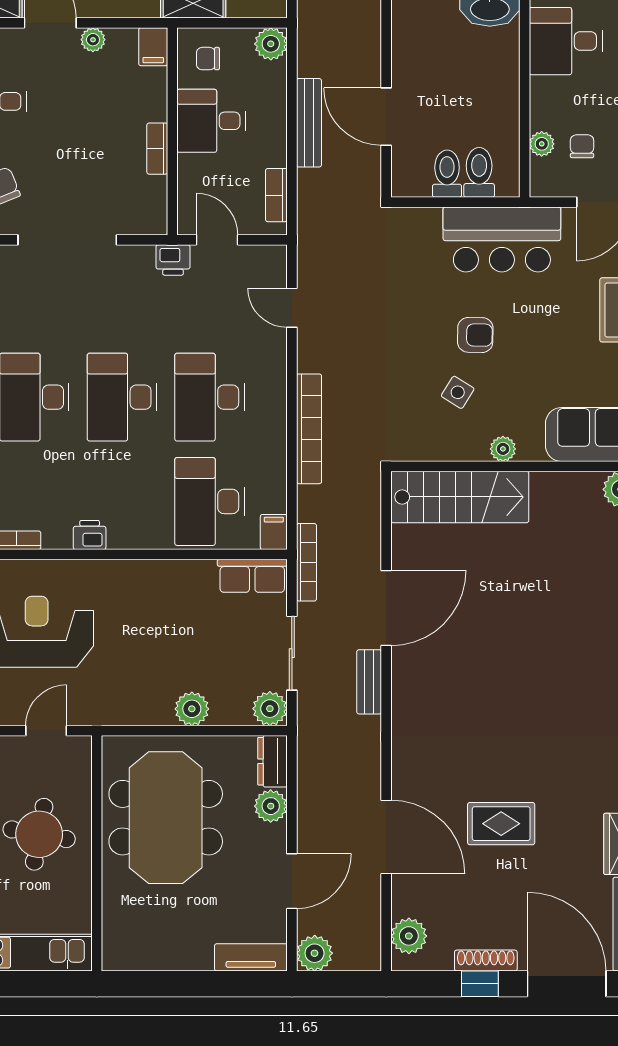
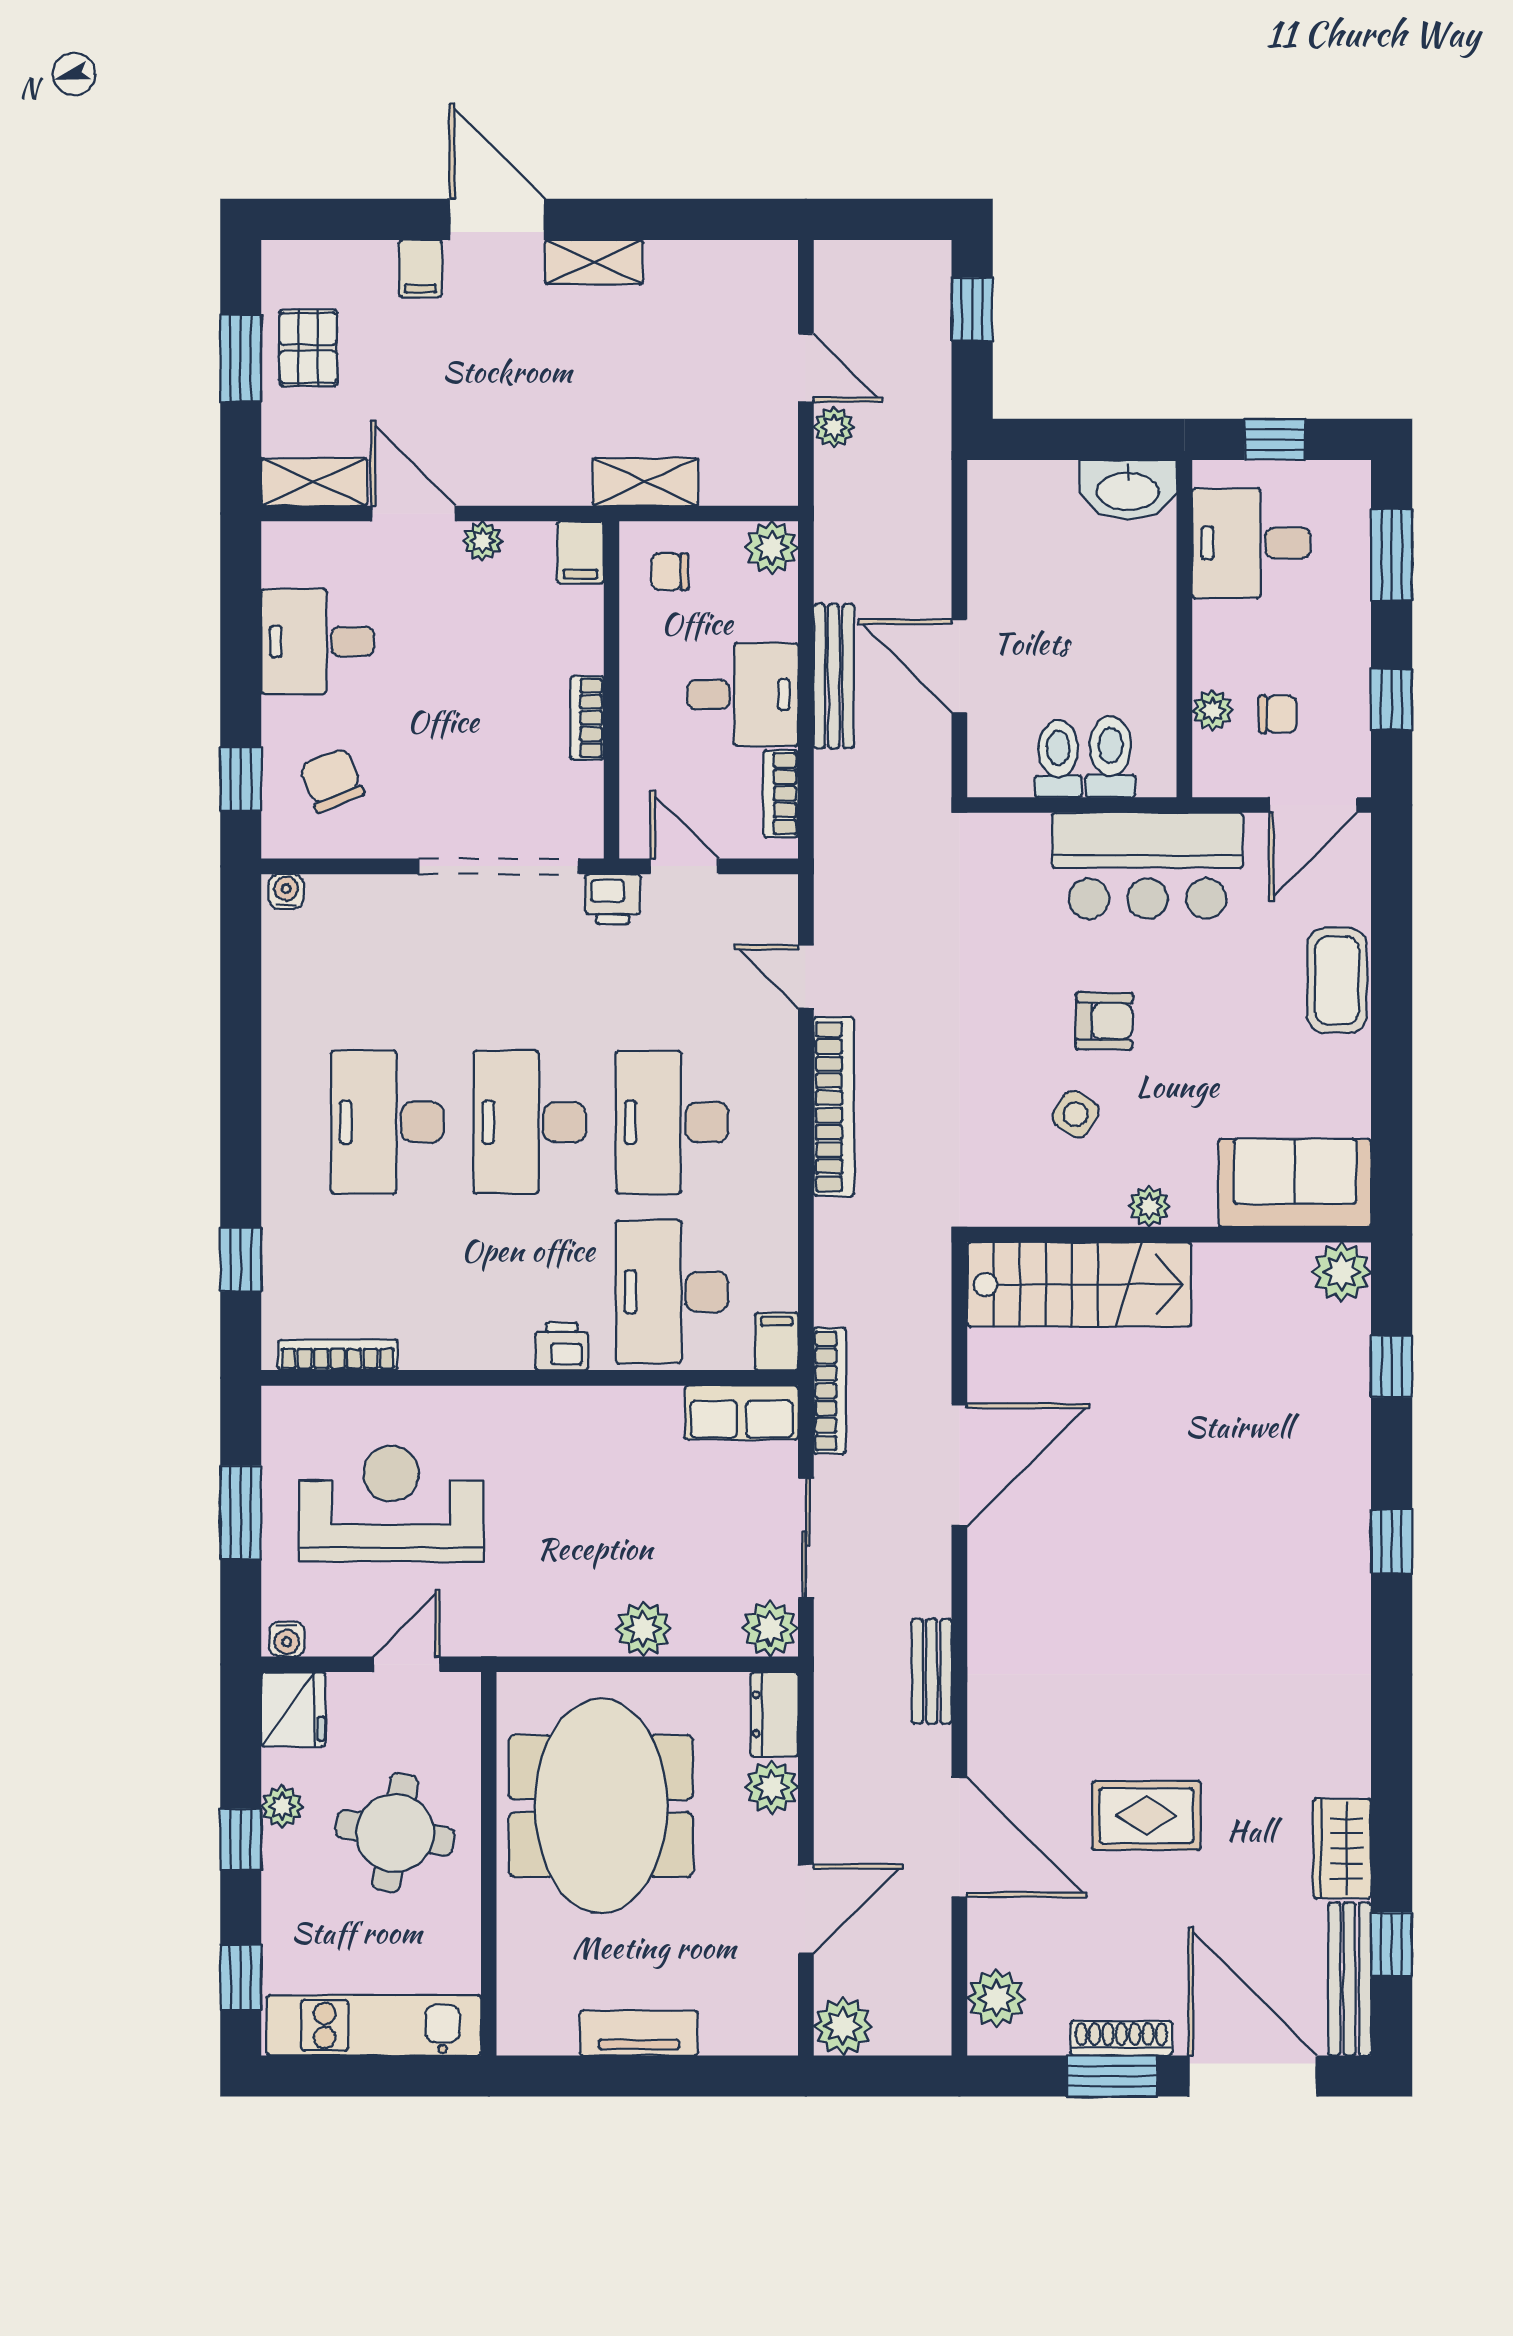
desk: (211, 121) -> (743, 695), moved, turned 180
chair: (582, 146) -> (1278, 714), turned 90
doorway: (67, 240) -> (499, 866), moved
bookcase: (309, 429) -> (834, 1107), moved
printer: (90, 535) -> (562, 1346), moved
bench: (369, 682) -> (932, 1671), moved
tv unit: (251, 957) -> (639, 2033), moved
window: (480, 984) -> (1112, 2076), width x1.50

